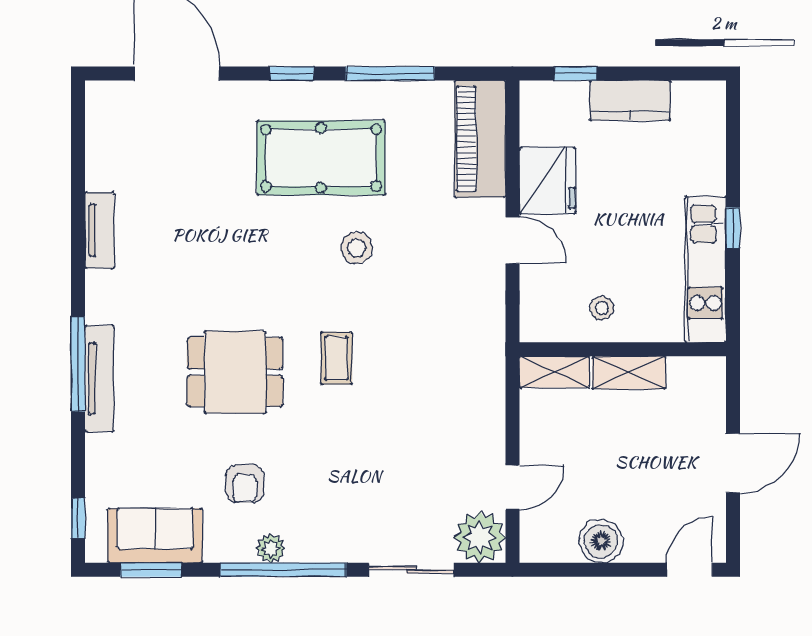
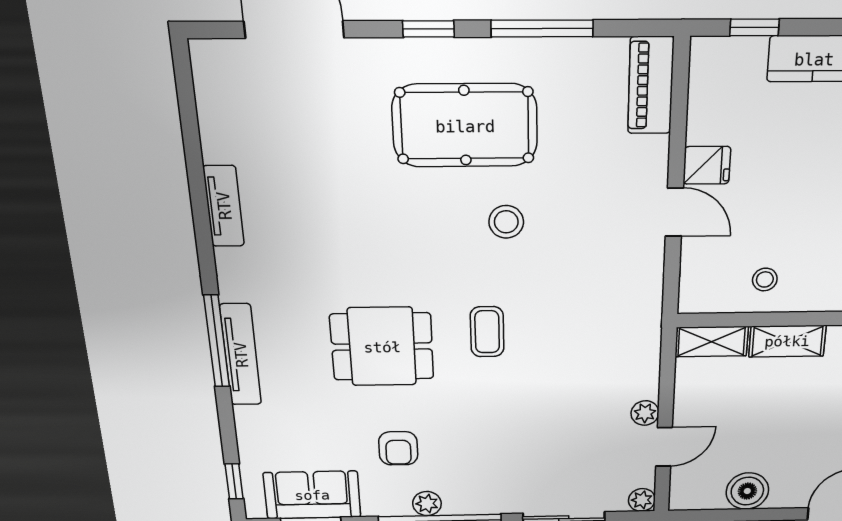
piano: (480, 139) -> (651, 85), width x0.73, depth x0.75
fridge: (547, 181) -> (707, 165), width x0.53, depth x0.75
plant: (492, 449) -> (645, 413), added
plant: (480, 537) -> (642, 500), width x0.53, depth x0.53

